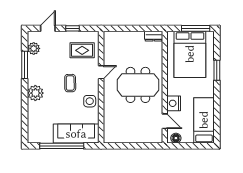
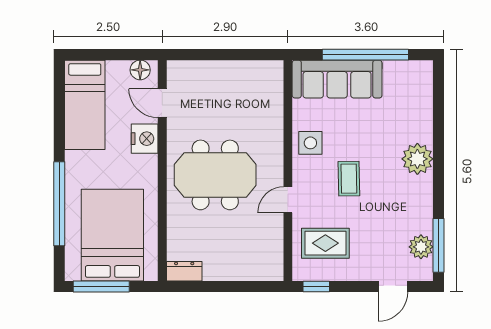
window: (72, 28) -> (316, 287), moved
window: (25, 65) -> (439, 245), moved
window: (217, 70) -> (59, 204), width x2.11

